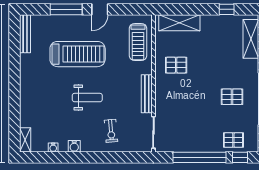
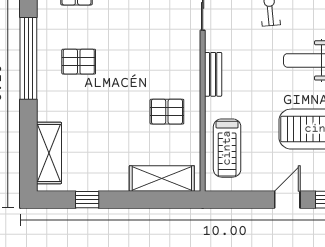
treadmill: (138, 42) -> (227, 148), turned 180
bench: (147, 94) -> (213, 74), width x0.73

